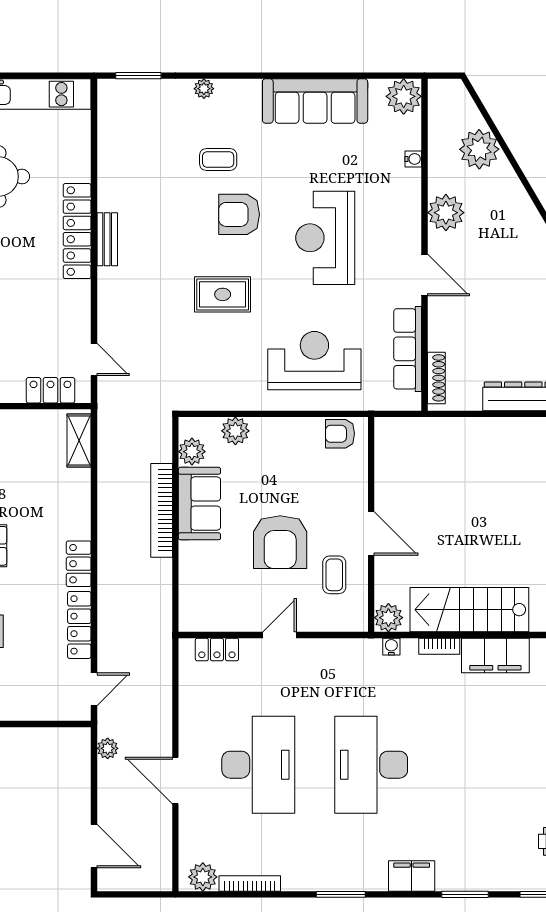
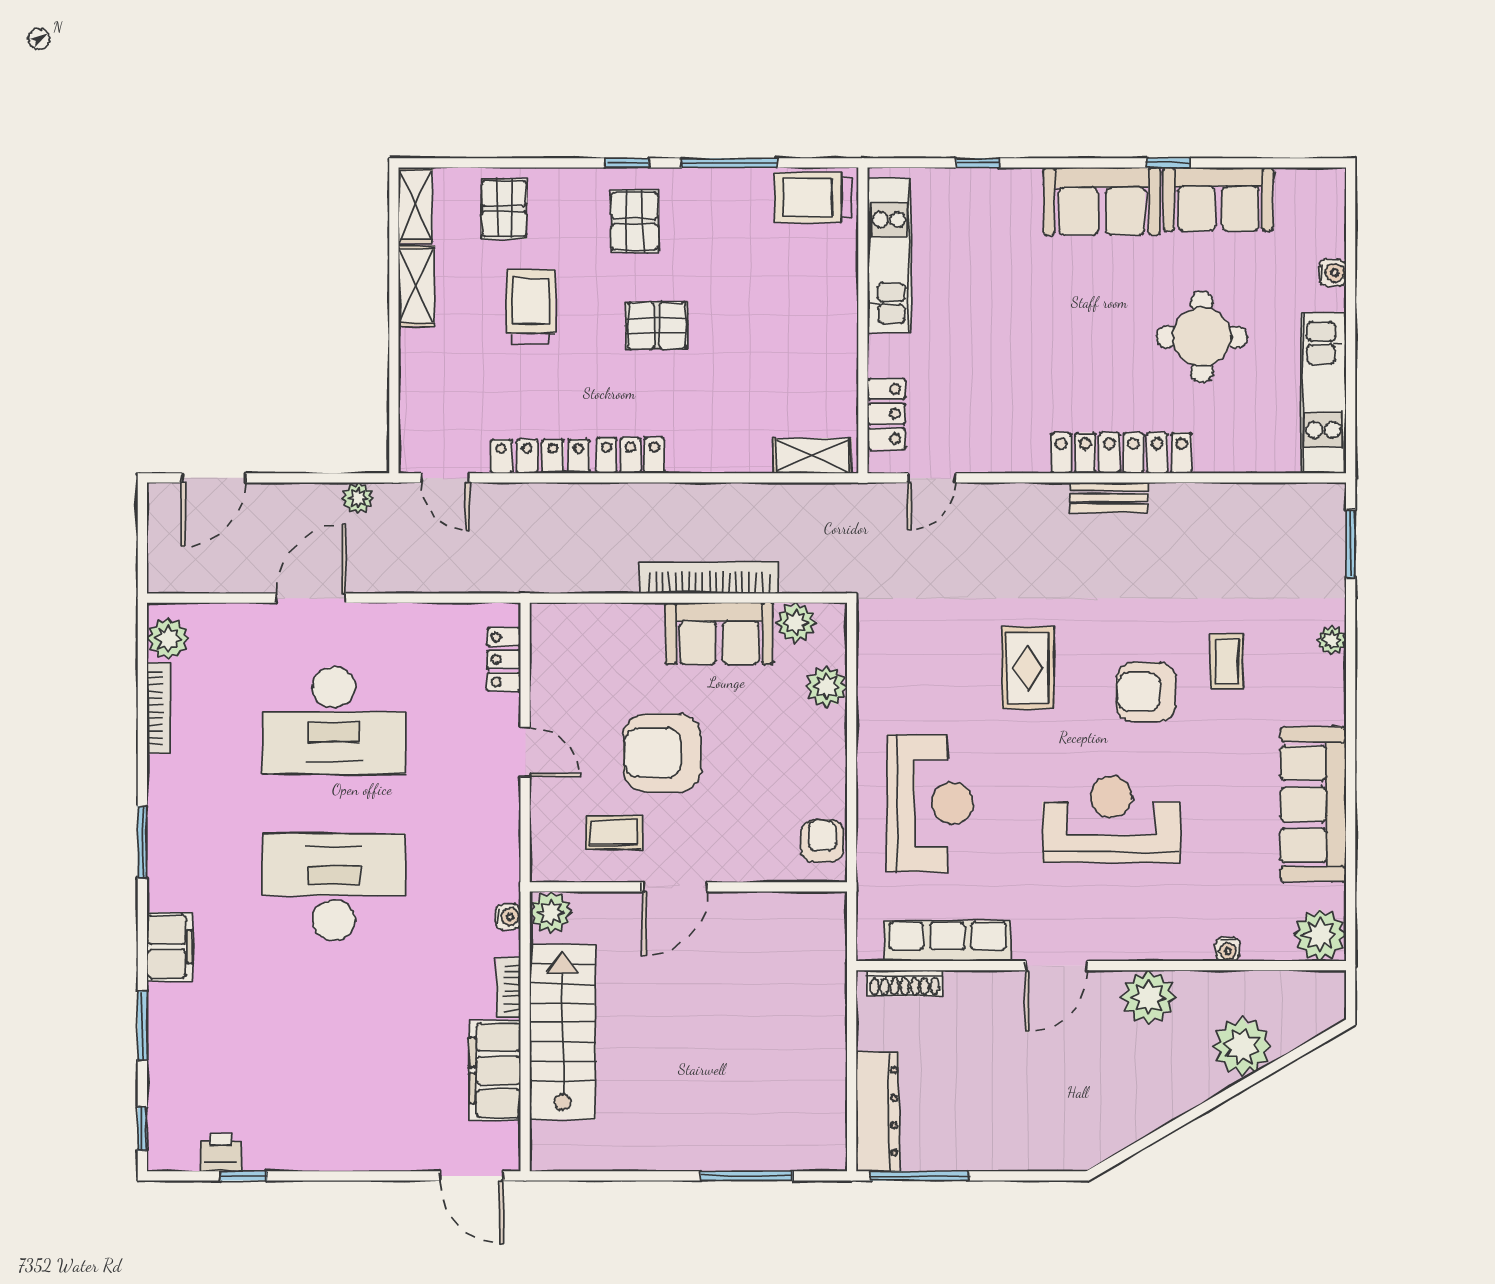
armchair: (239, 214) -> (1146, 692), turned -90

